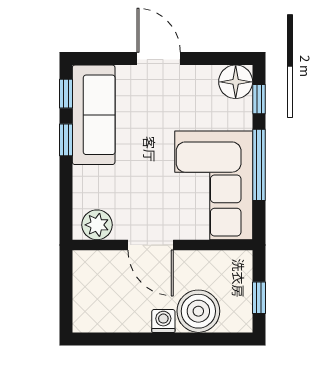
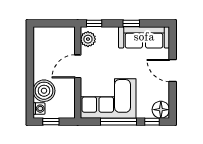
door: (159, 58) -> (173, 70), swing flipped
window: (66, 94) -> (94, 23), moved
washing machine: (163, 321) -> (39, 109), moved

